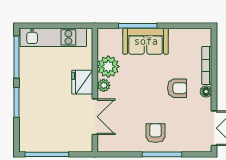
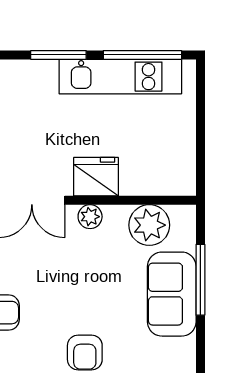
kitchen unit: (53, 37) -> (120, 77), moved, turned -90
plant: (108, 67) -> (149, 225), moved

